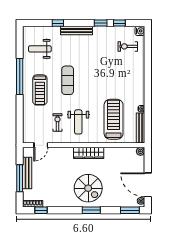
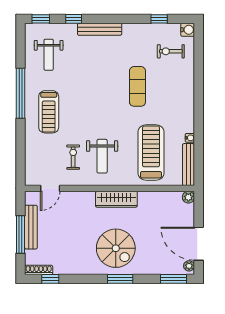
window: (101, 23) -> (41, 19), moved
weight bench: (40, 49) -> (49, 55), turned -90
exercise mat: (68, 80) -> (137, 86), moved

